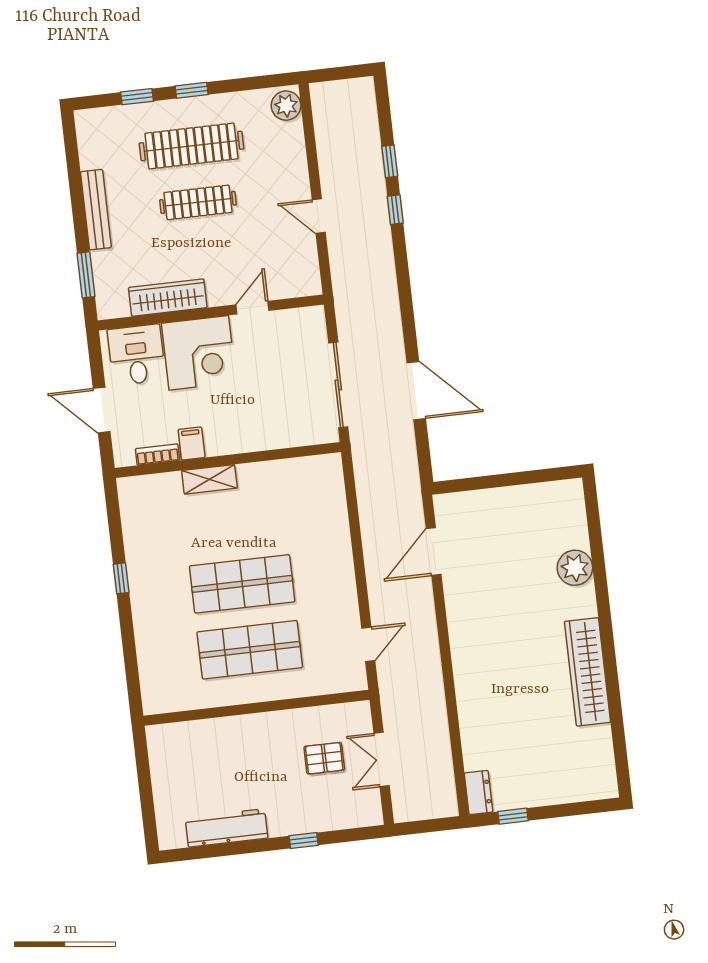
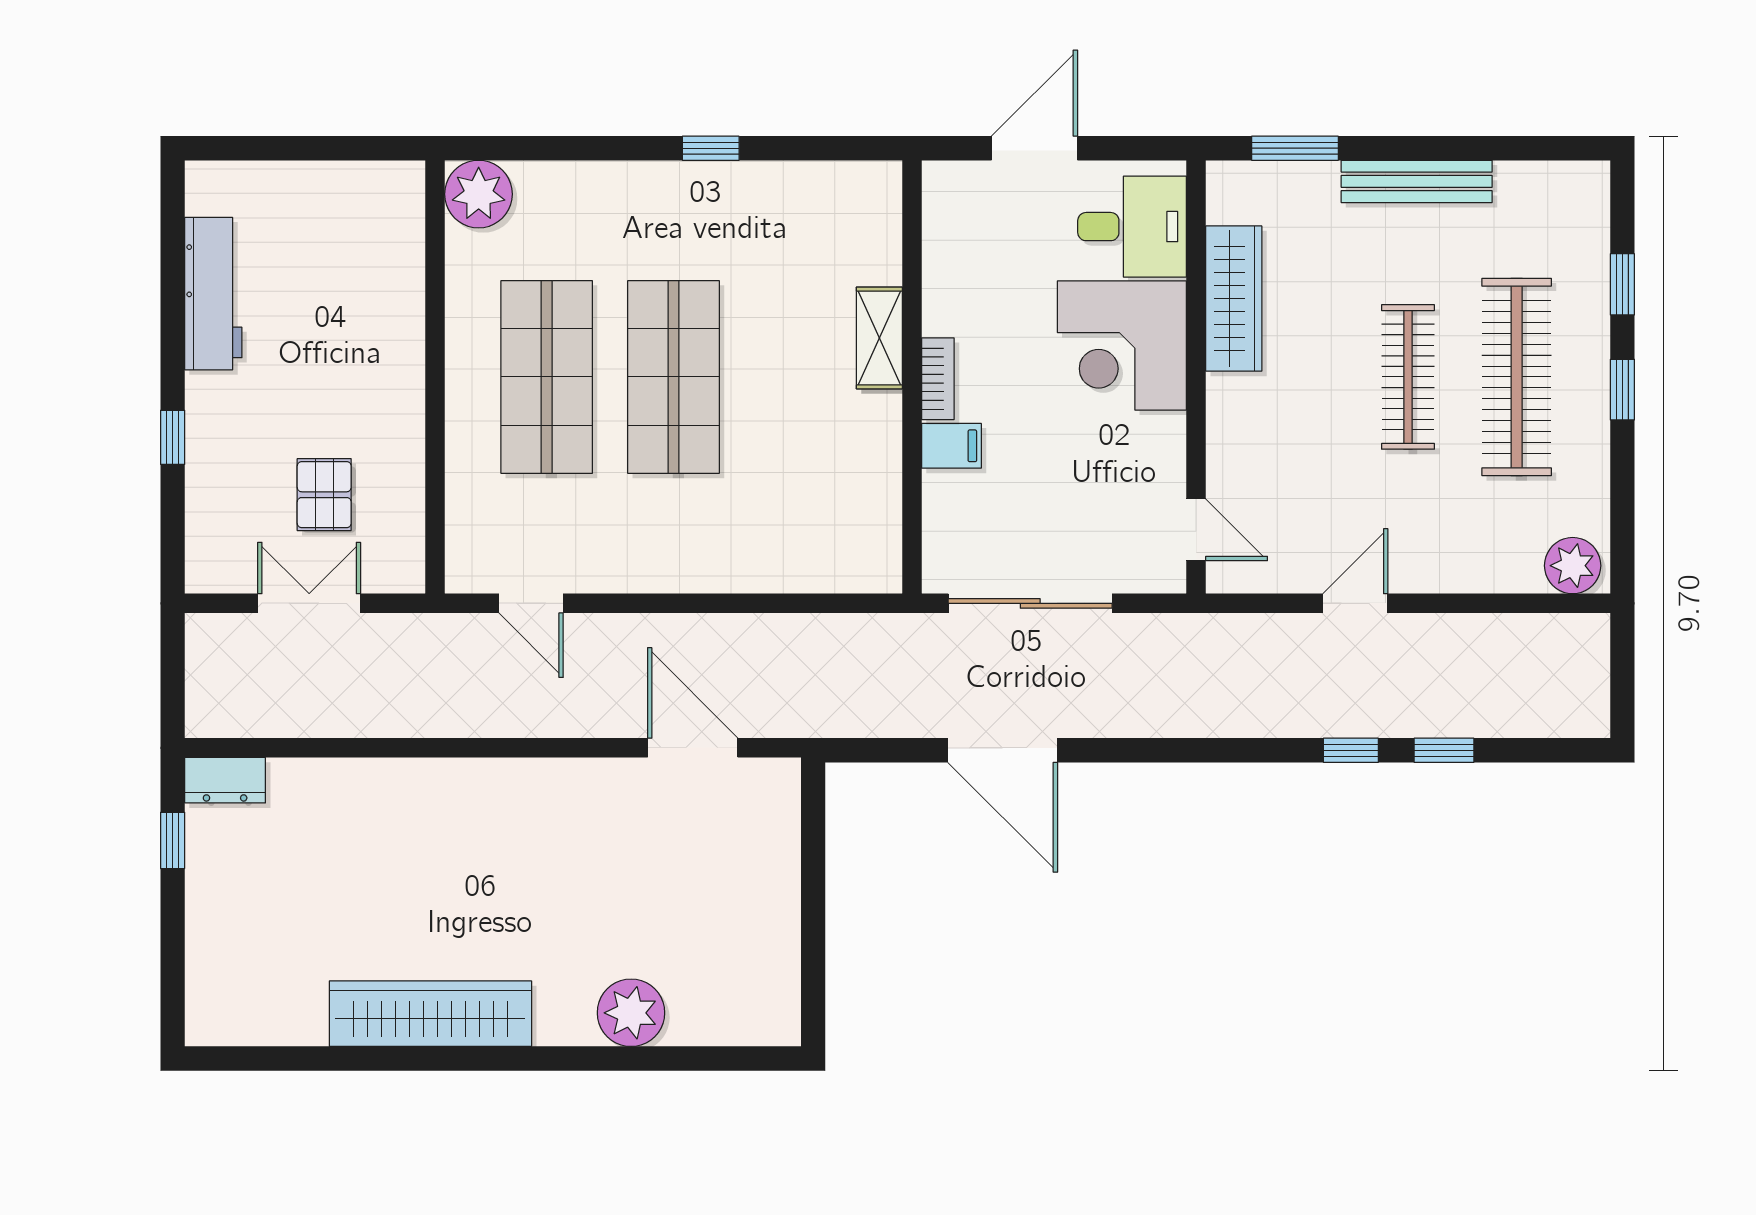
door: (252, 308) -> (1196, 530), moved
door: (416, 391) -> (1003, 750), hinge flipped
filing cabinet: (192, 443) -> (951, 446), moved
bookcase: (157, 455) -> (938, 379), moved
plant: (159, 696) -> (479, 194), added

